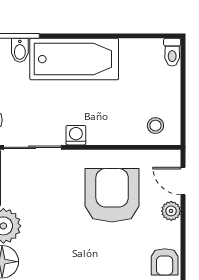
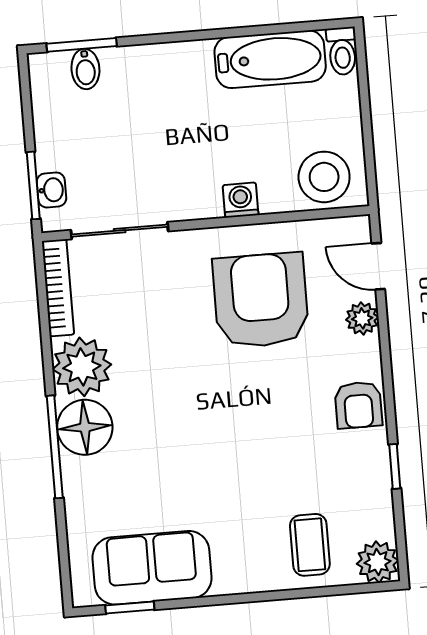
bathtub: (74, 59) -> (270, 59), moved, width x0.73, depth x0.73
stool: (155, 126) -> (324, 177), width x1.89, depth x1.89
washing machine: (76, 135) -> (241, 200), moved

